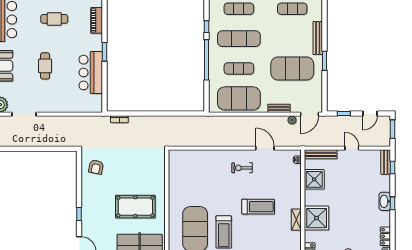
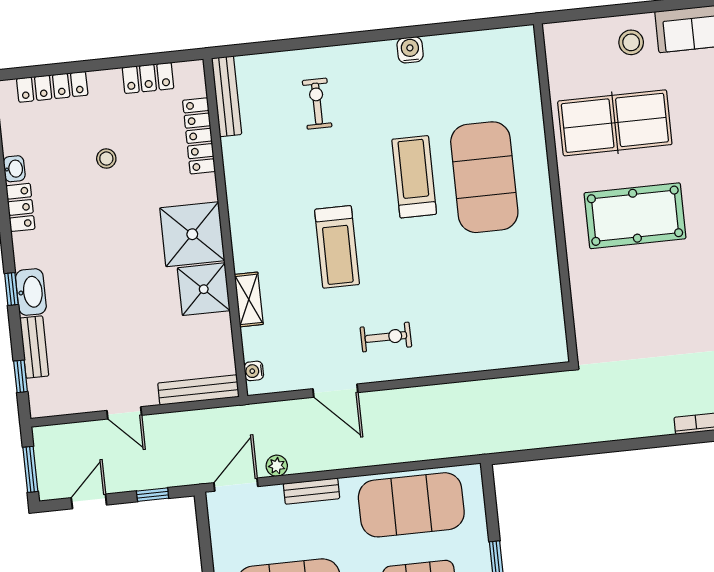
bench: (386, 162) -> (34, 347), moved
shower: (314, 179) -> (204, 289), moved
treadmill: (258, 207) -> (337, 247), turned -90
shelving: (296, 220) -> (249, 299), moved

